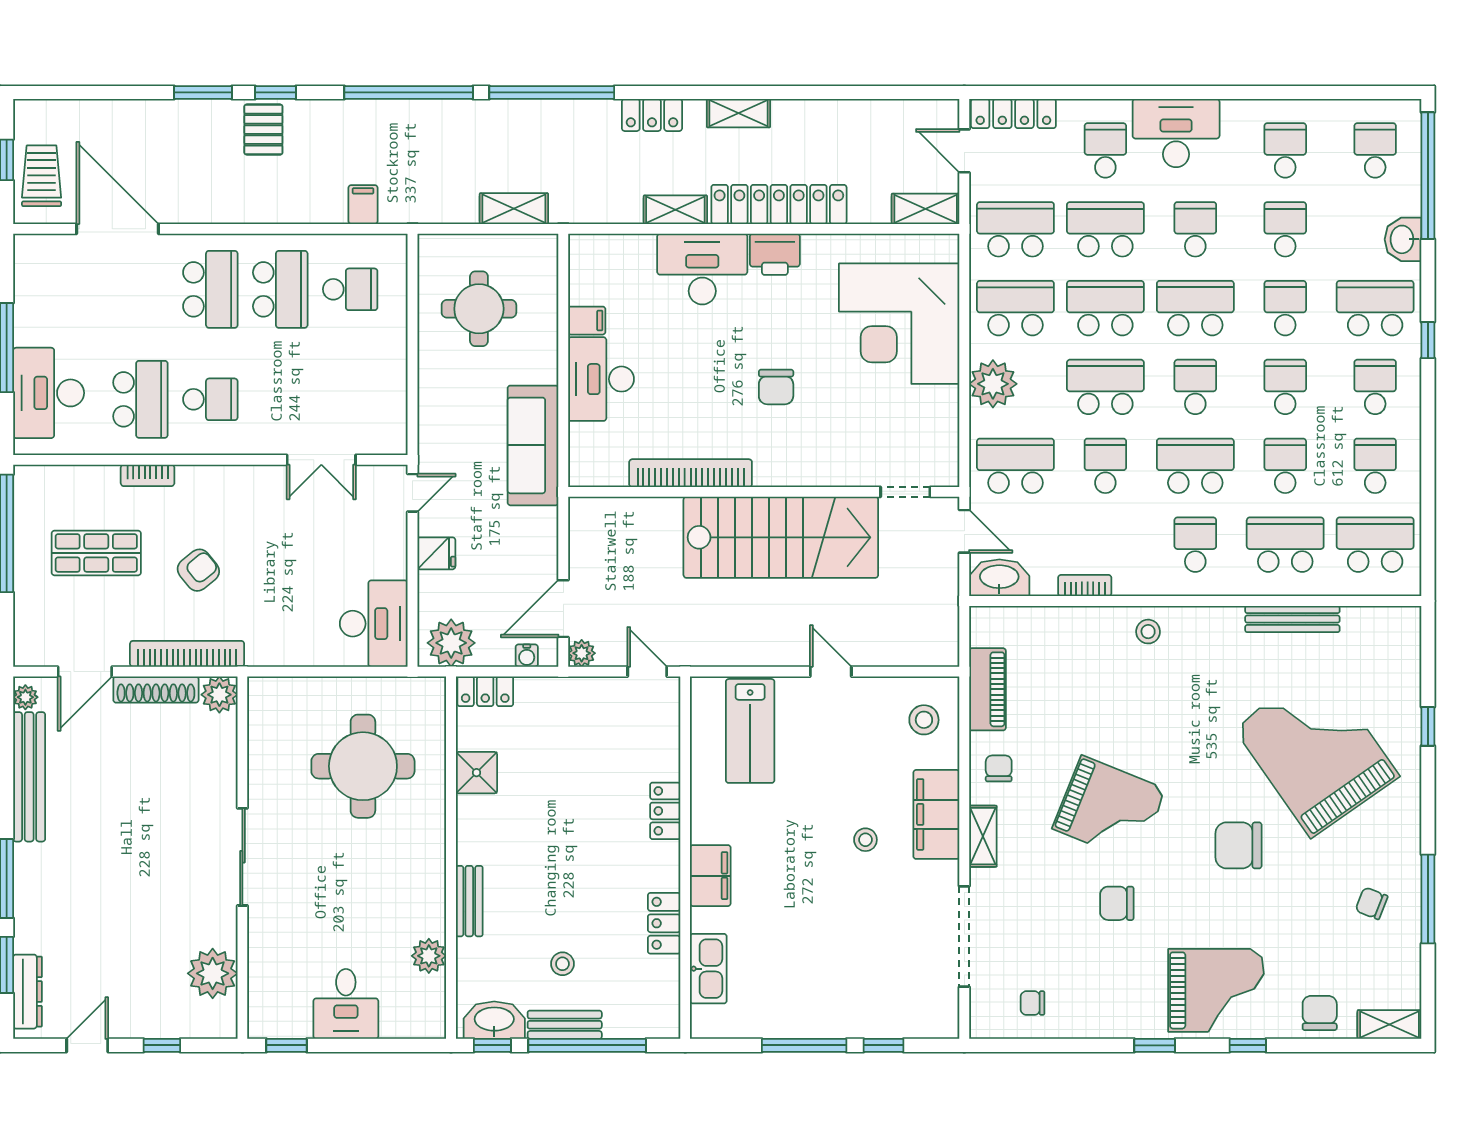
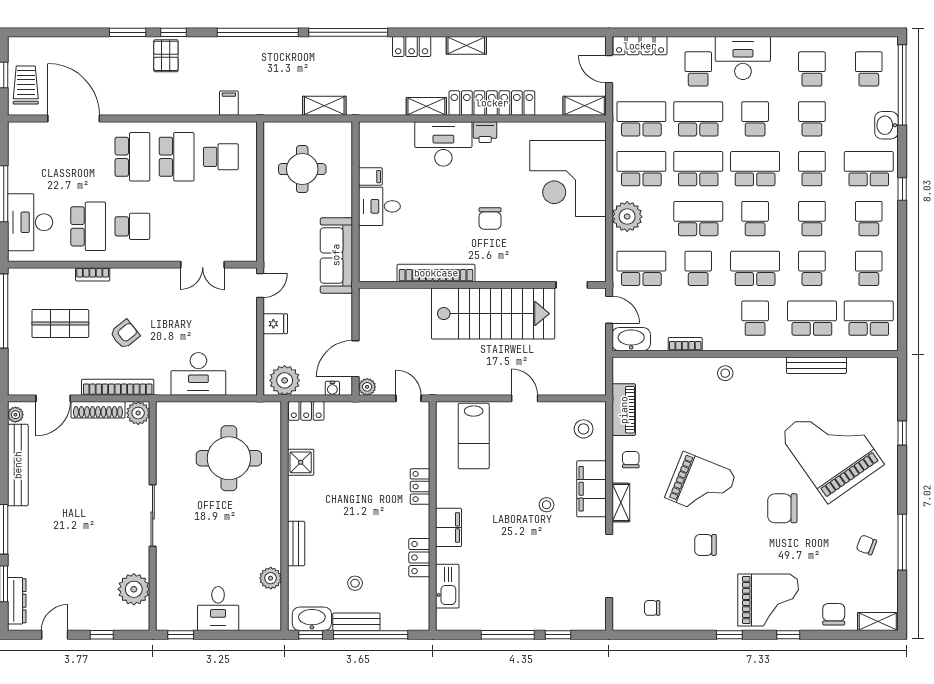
printer: (775, 254) -> (485, 132), width x0.73, depth x0.81
desk: (601, 379) -> (379, 206), width x0.73
desk: (374, 624) -> (198, 374), moved, turned 90

